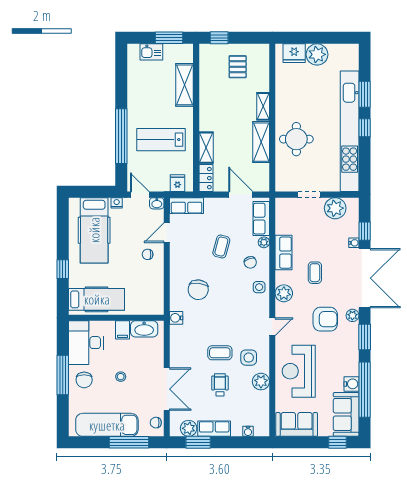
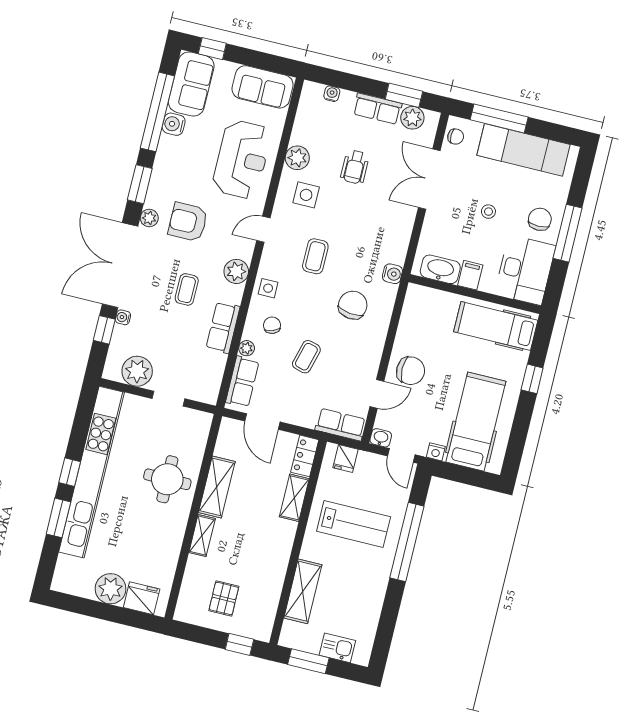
chair: (148, 254) -> (411, 371), width x1.87, depth x1.87
coffee table: (220, 353) -> (315, 256), moved, turned 90

